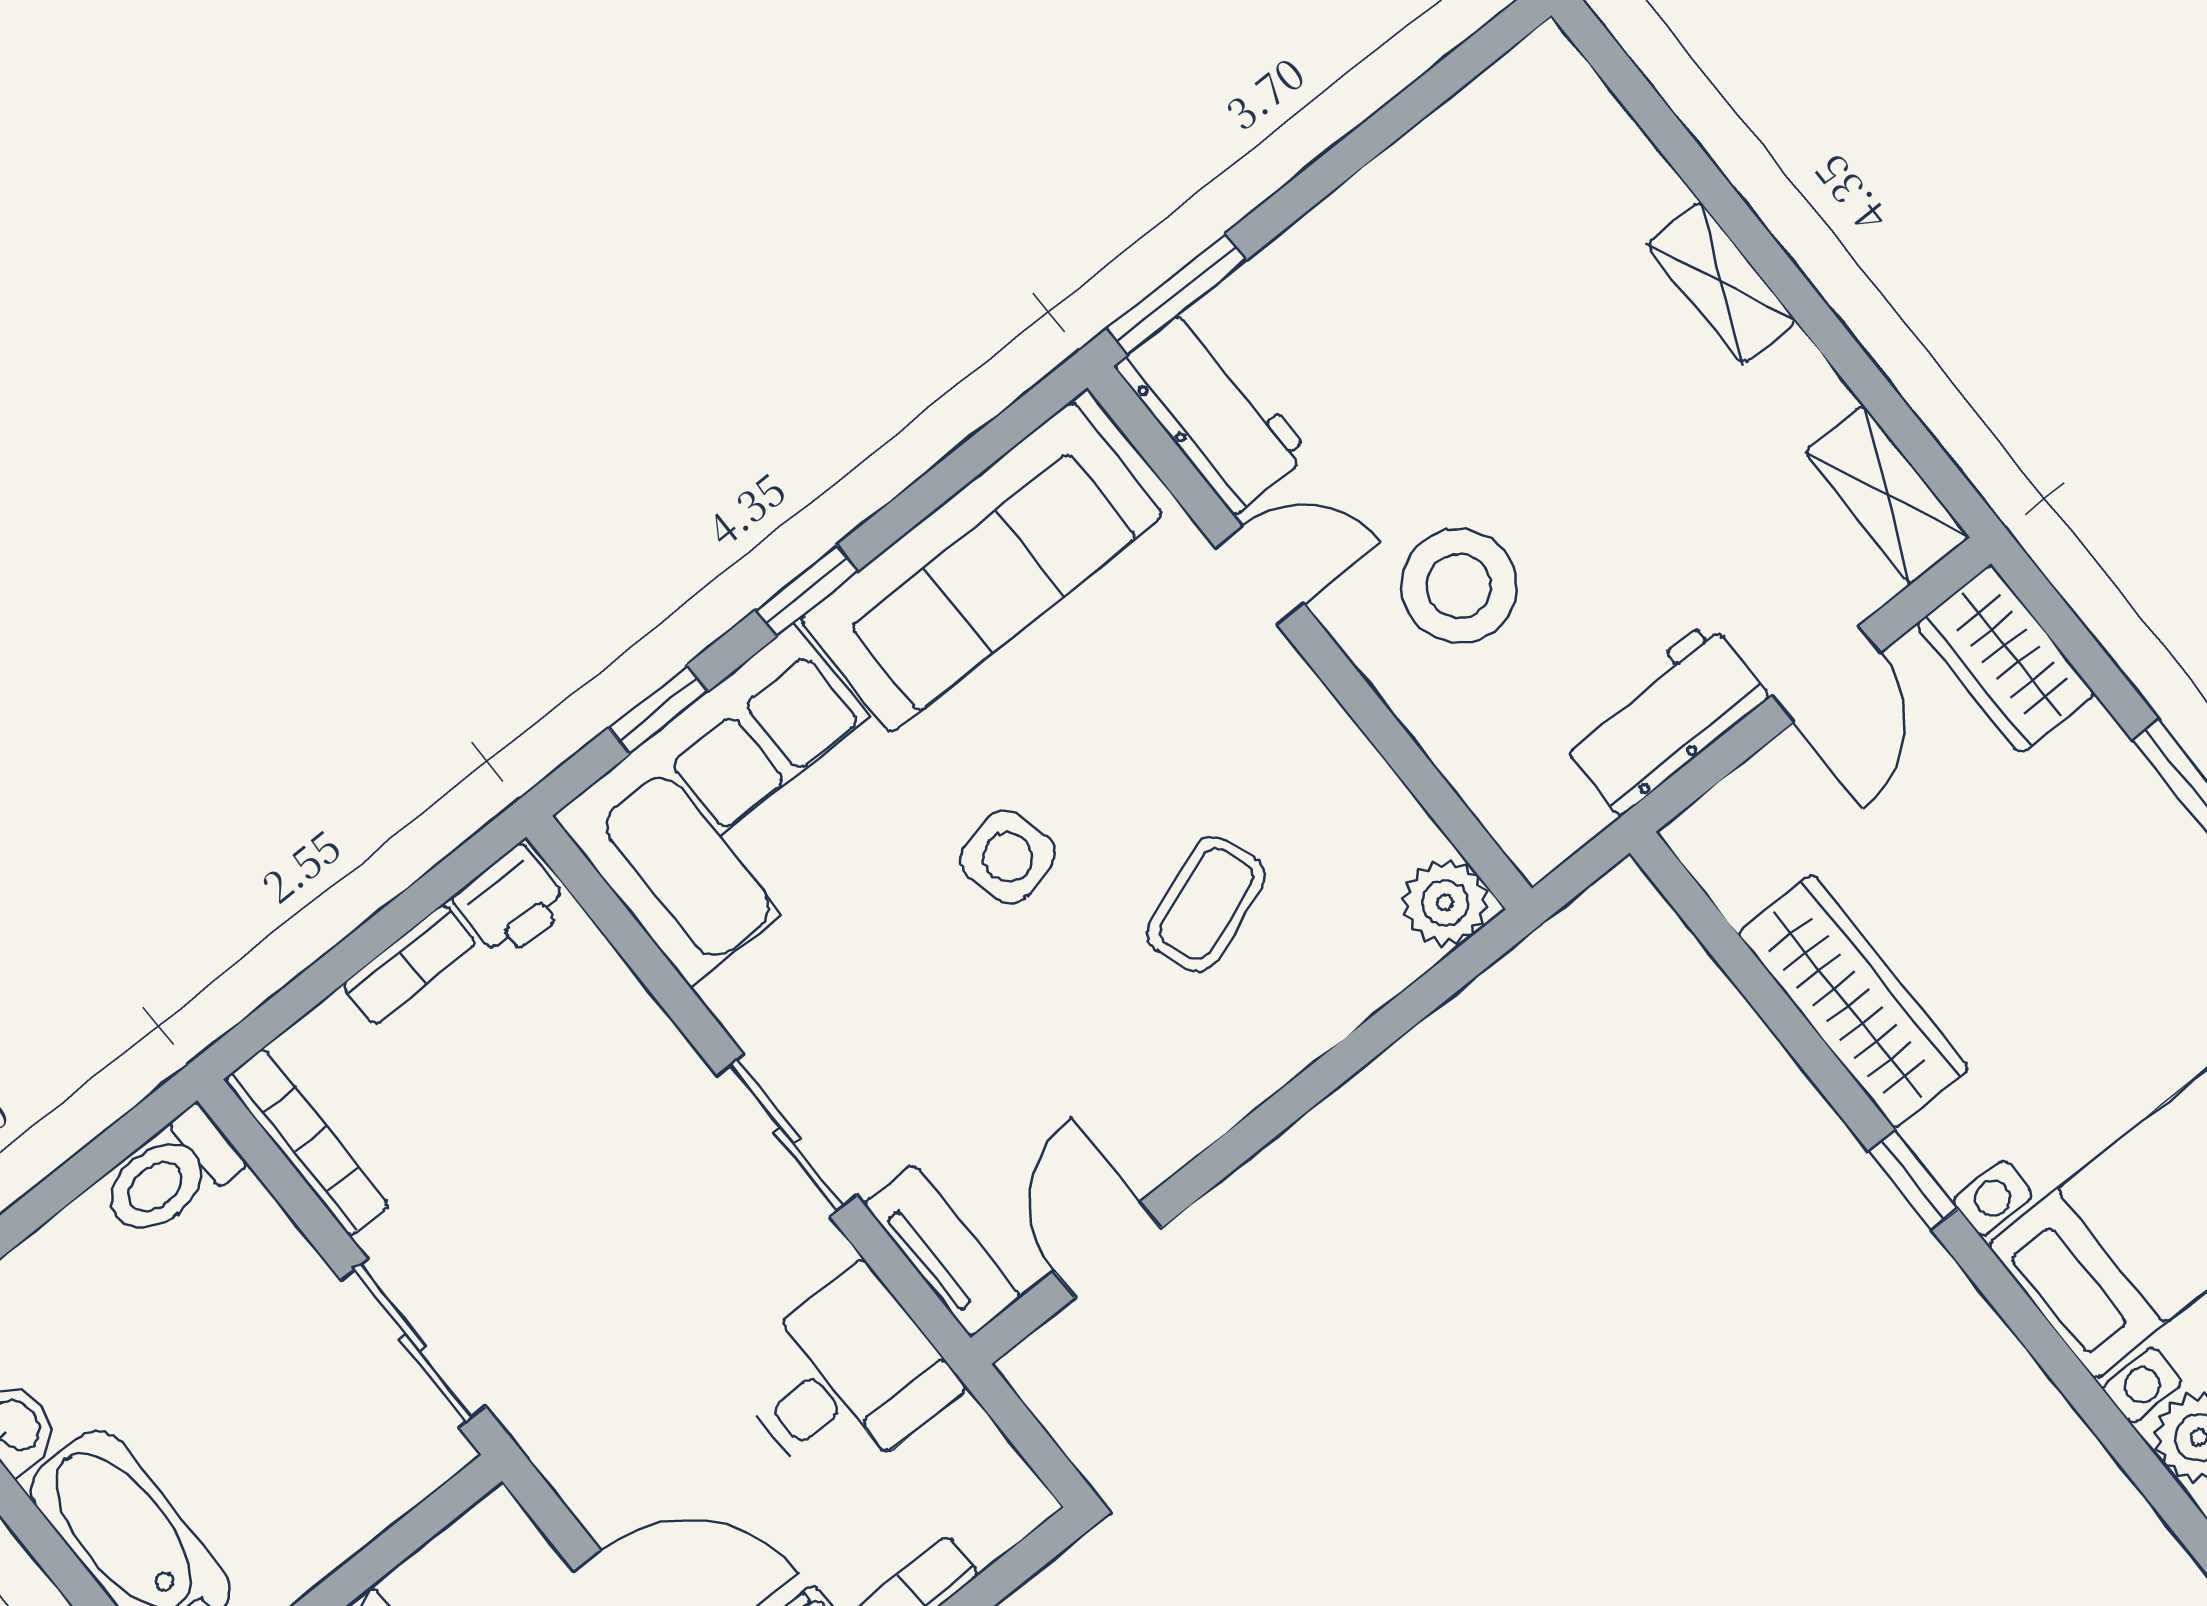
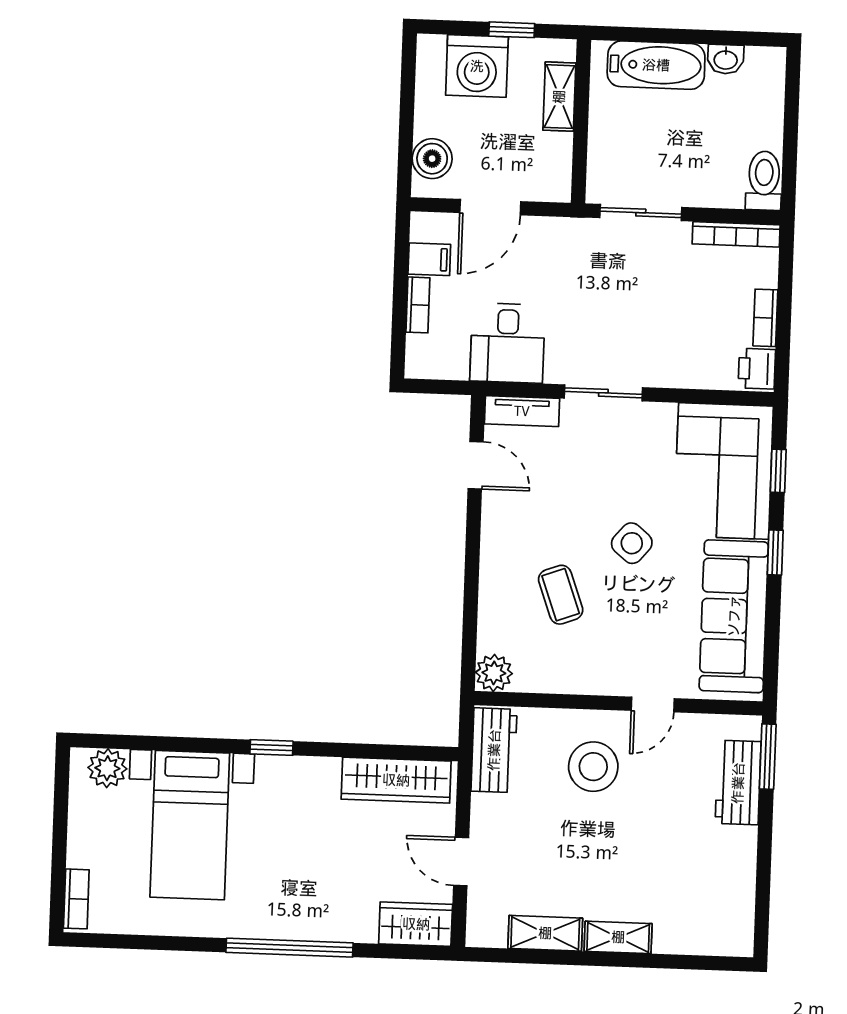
workbench: (1213, 411) -> (738, 783), moved, turned 90
shelving: (1887, 495) -> (545, 933), moved
workbench: (1664, 718) -> (494, 750), moved
side table: (1008, 857) -> (632, 543), turned -35
wardrobe: (1854, 1001) -> (396, 780), moved

